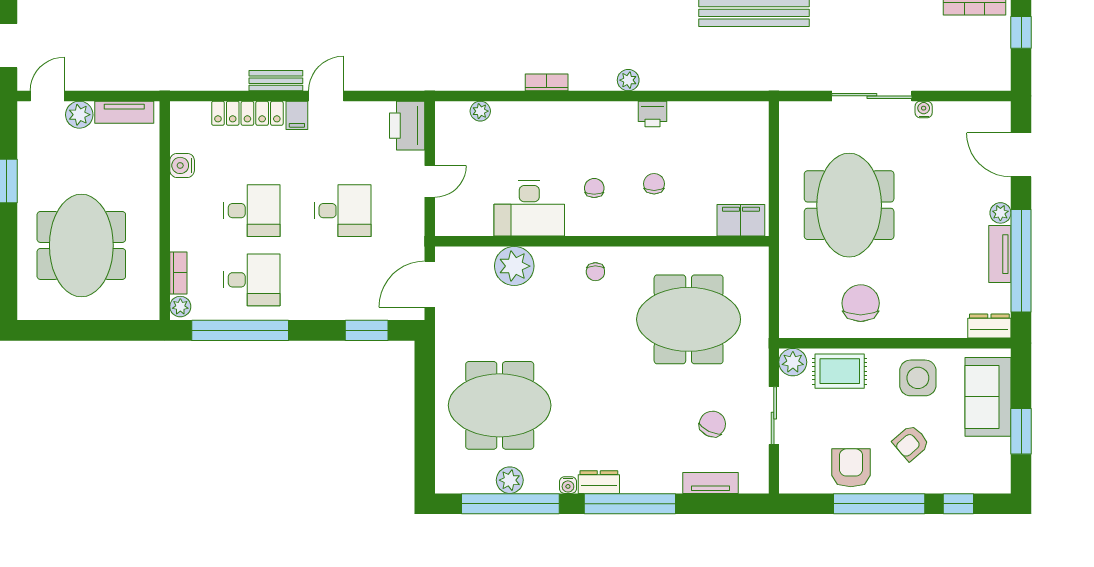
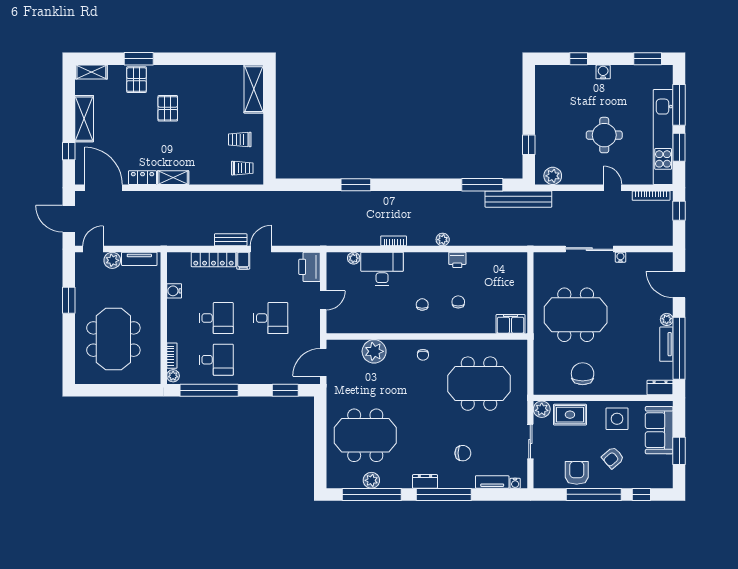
meeting table: (849, 205) -> (576, 315), turned 90
desk: (529, 209) -> (382, 269), moved, turned 180
chair: (712, 424) -> (463, 453), moved, turned 64
water cooler: (568, 485) -> (515, 483), moved

